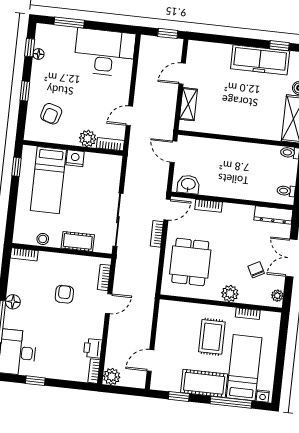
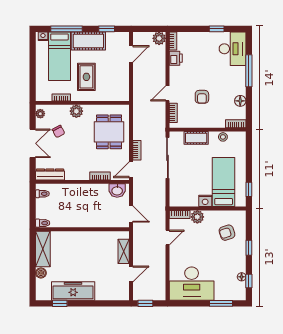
armchair: (51, 114) -> (227, 233), turned -125
floor lamp: (13, 302) -> (240, 101), moved

